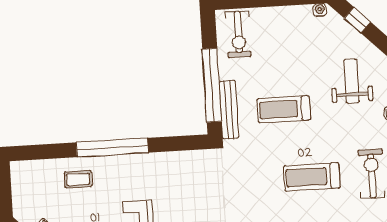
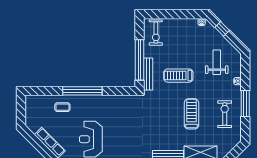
treadmill: (312, 177) -> (192, 114), turned 90

